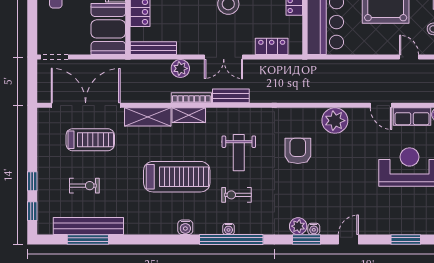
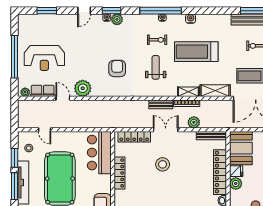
locker: (272, 46) -> (134, 137), width x1.53
plant: (335, 121) -> (83, 88), moved
armchair: (298, 151) -> (117, 68), turned 180

